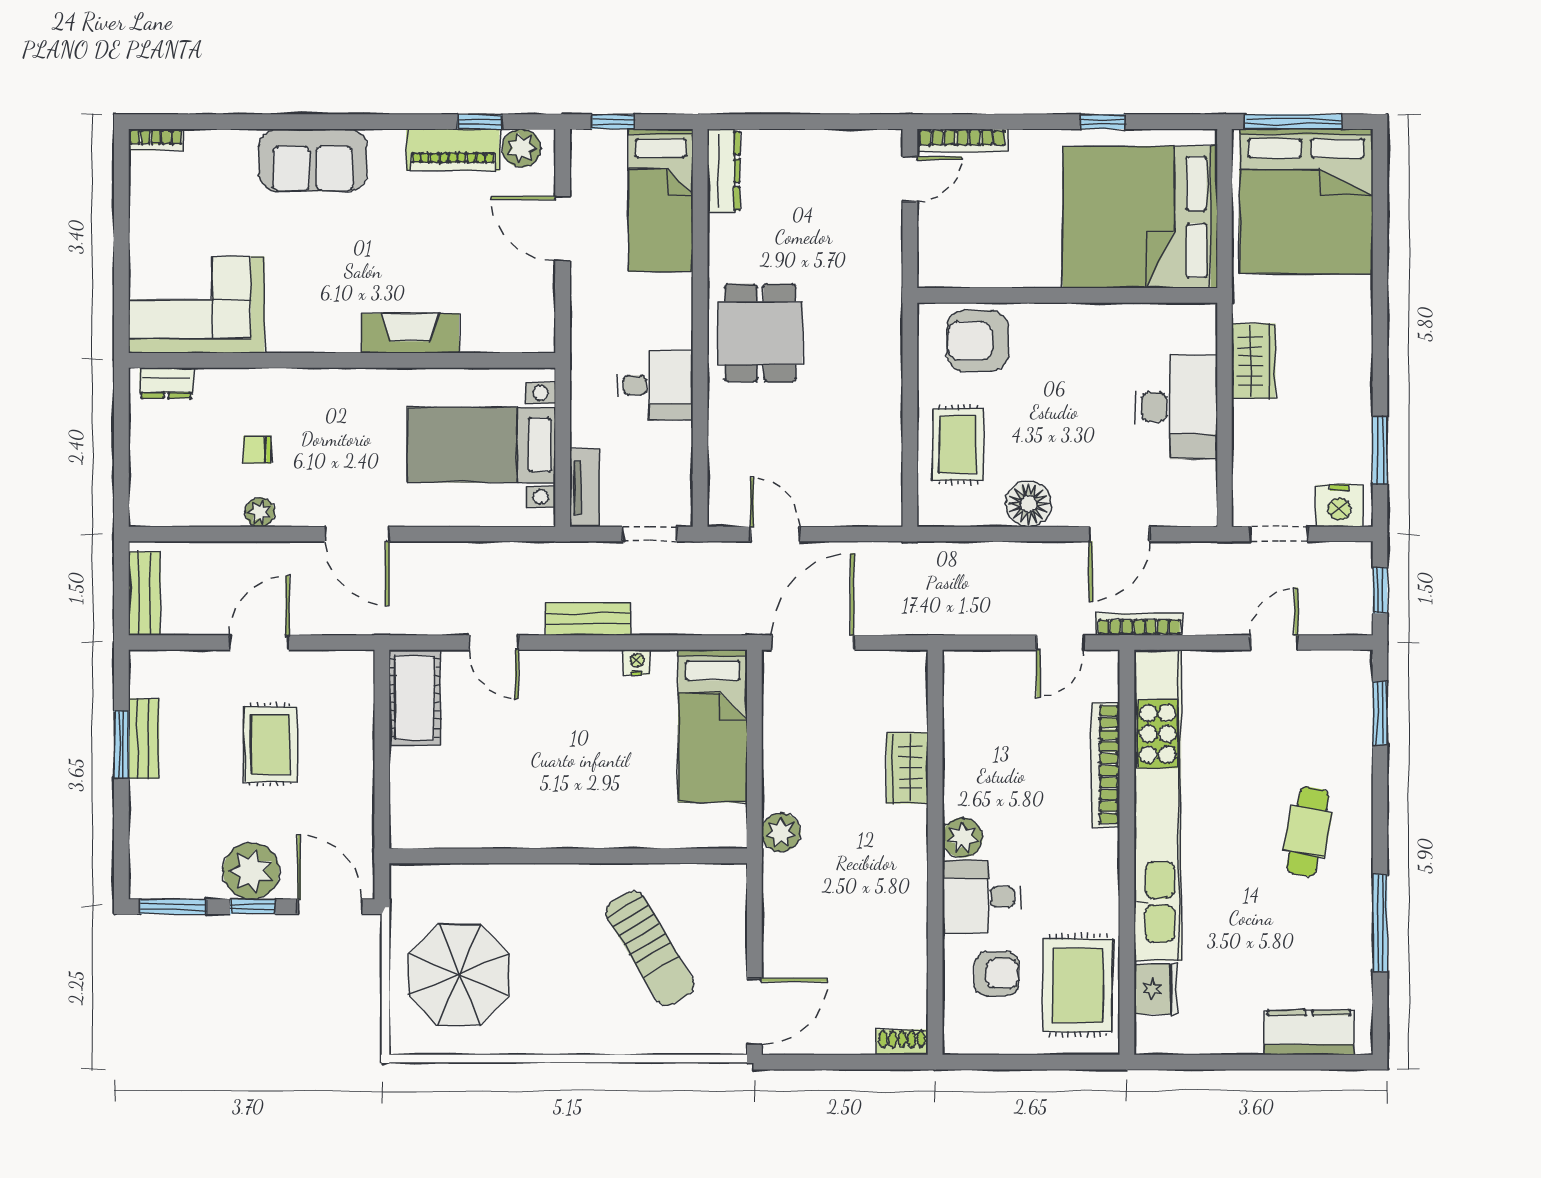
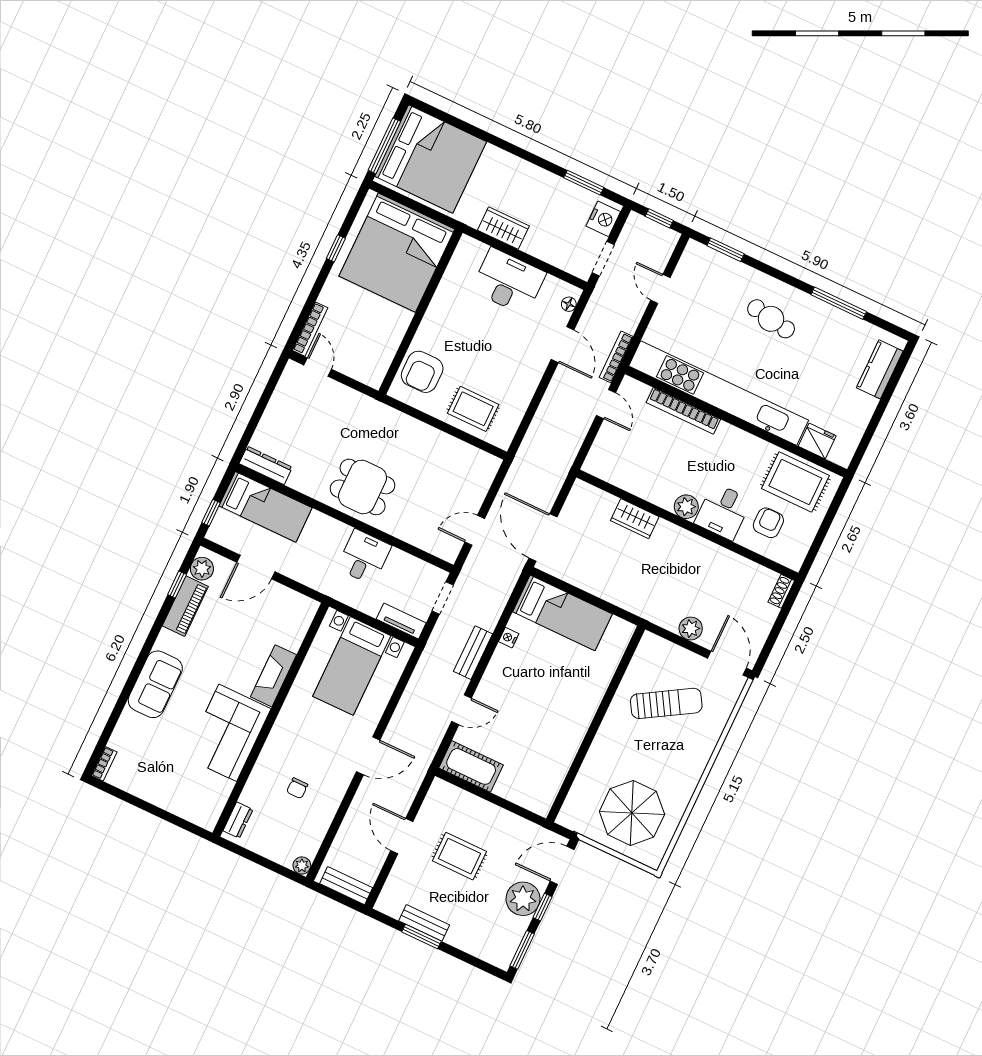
corner sofa: (196, 305) -> (228, 733), moved
floor lamp: (1028, 504) -> (569, 304), moved, width x0.53, depth x0.53
plant: (260, 512) -> (302, 866), moved
plant: (781, 832) -> (691, 629), moved

